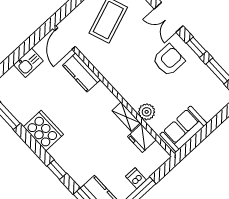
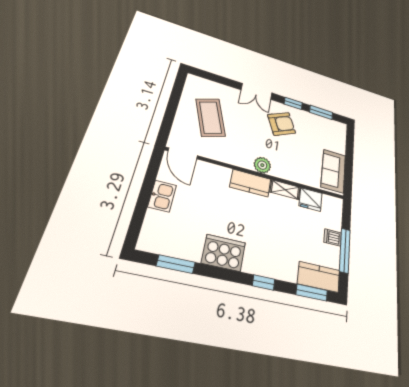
armchair: (169, 60) -> (282, 124), turned 65
kitchen counter: (81, 73) -> (250, 183), moved
plant: (147, 112) -> (262, 165), moved

